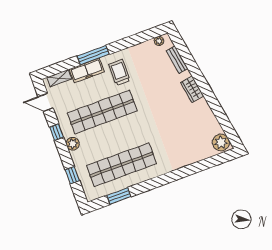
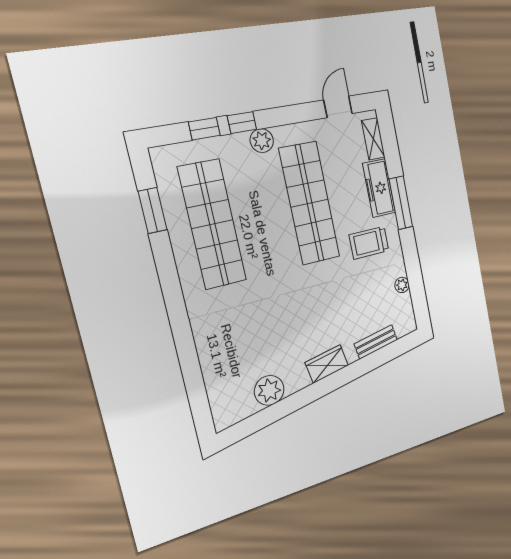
plant: (159, 41) -> (402, 285), moved
trolley: (119, 72) -> (369, 243), turned 180
window: (57, 132) -> (242, 123), moved
plant: (221, 143) -> (269, 390), moved

